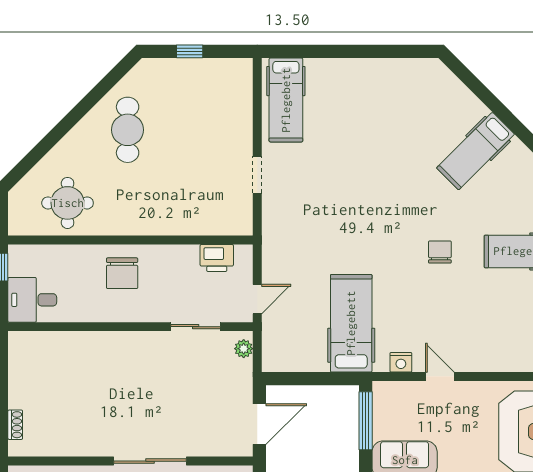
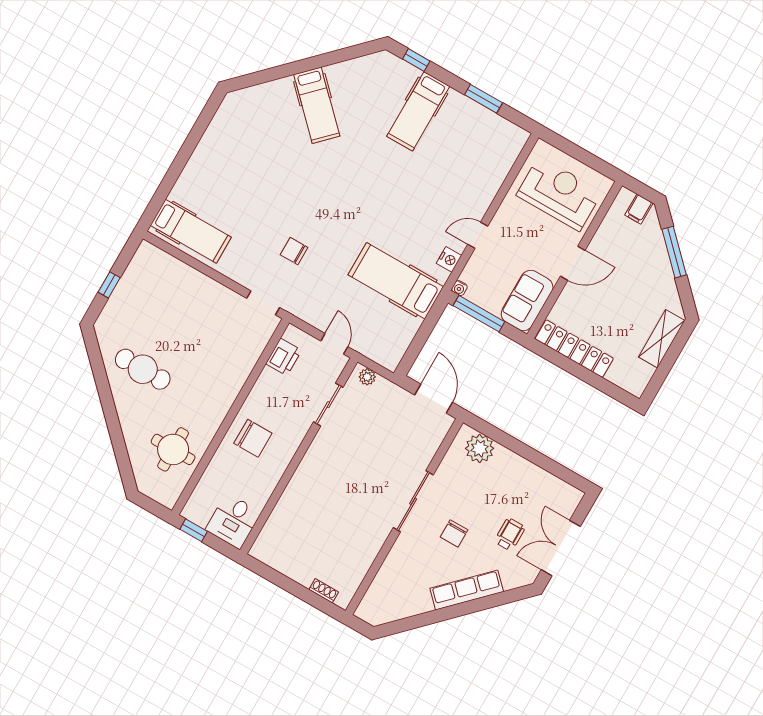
doorway: (257, 175) -> (263, 303), moved
chair: (440, 252) -> (294, 251), moved
water cooler: (379, 388) -> (459, 288), added

